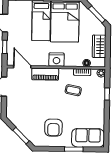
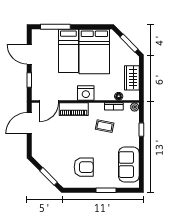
door: (22, 67) -> (49, 101), swing flipped
armchair: (53, 128) -> (84, 167), turned -90
sofa: (88, 138) -> (129, 165), moved, turned -90

